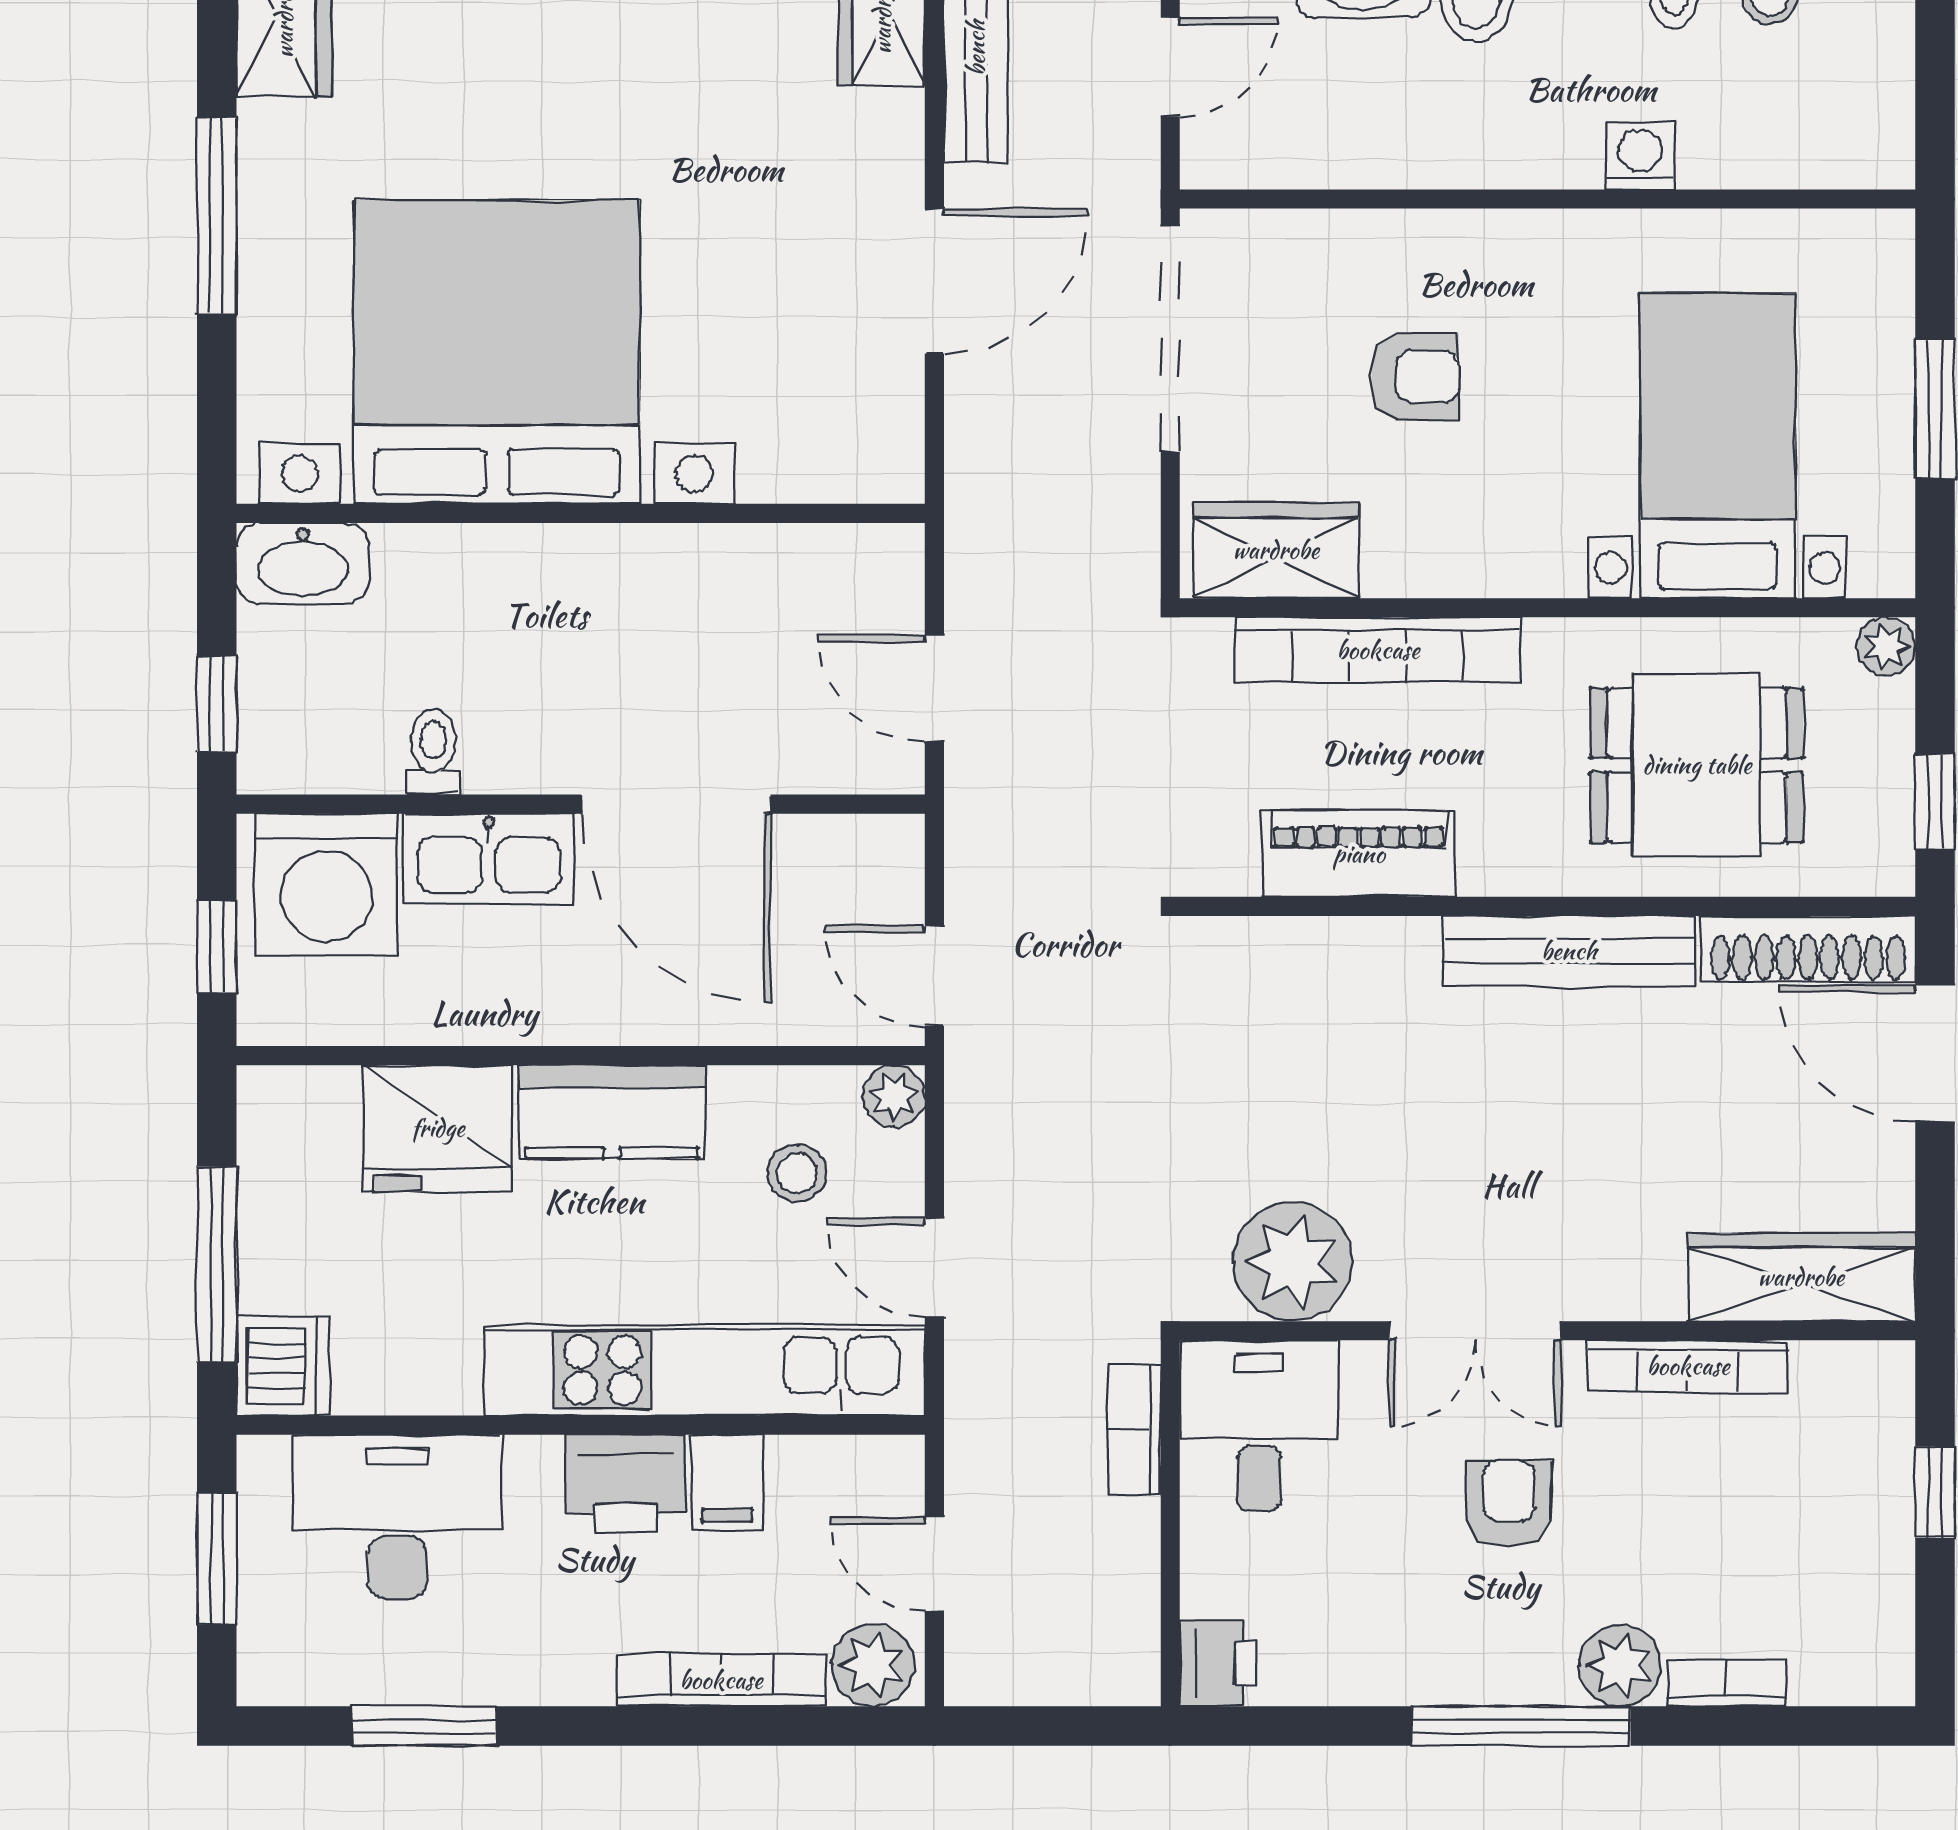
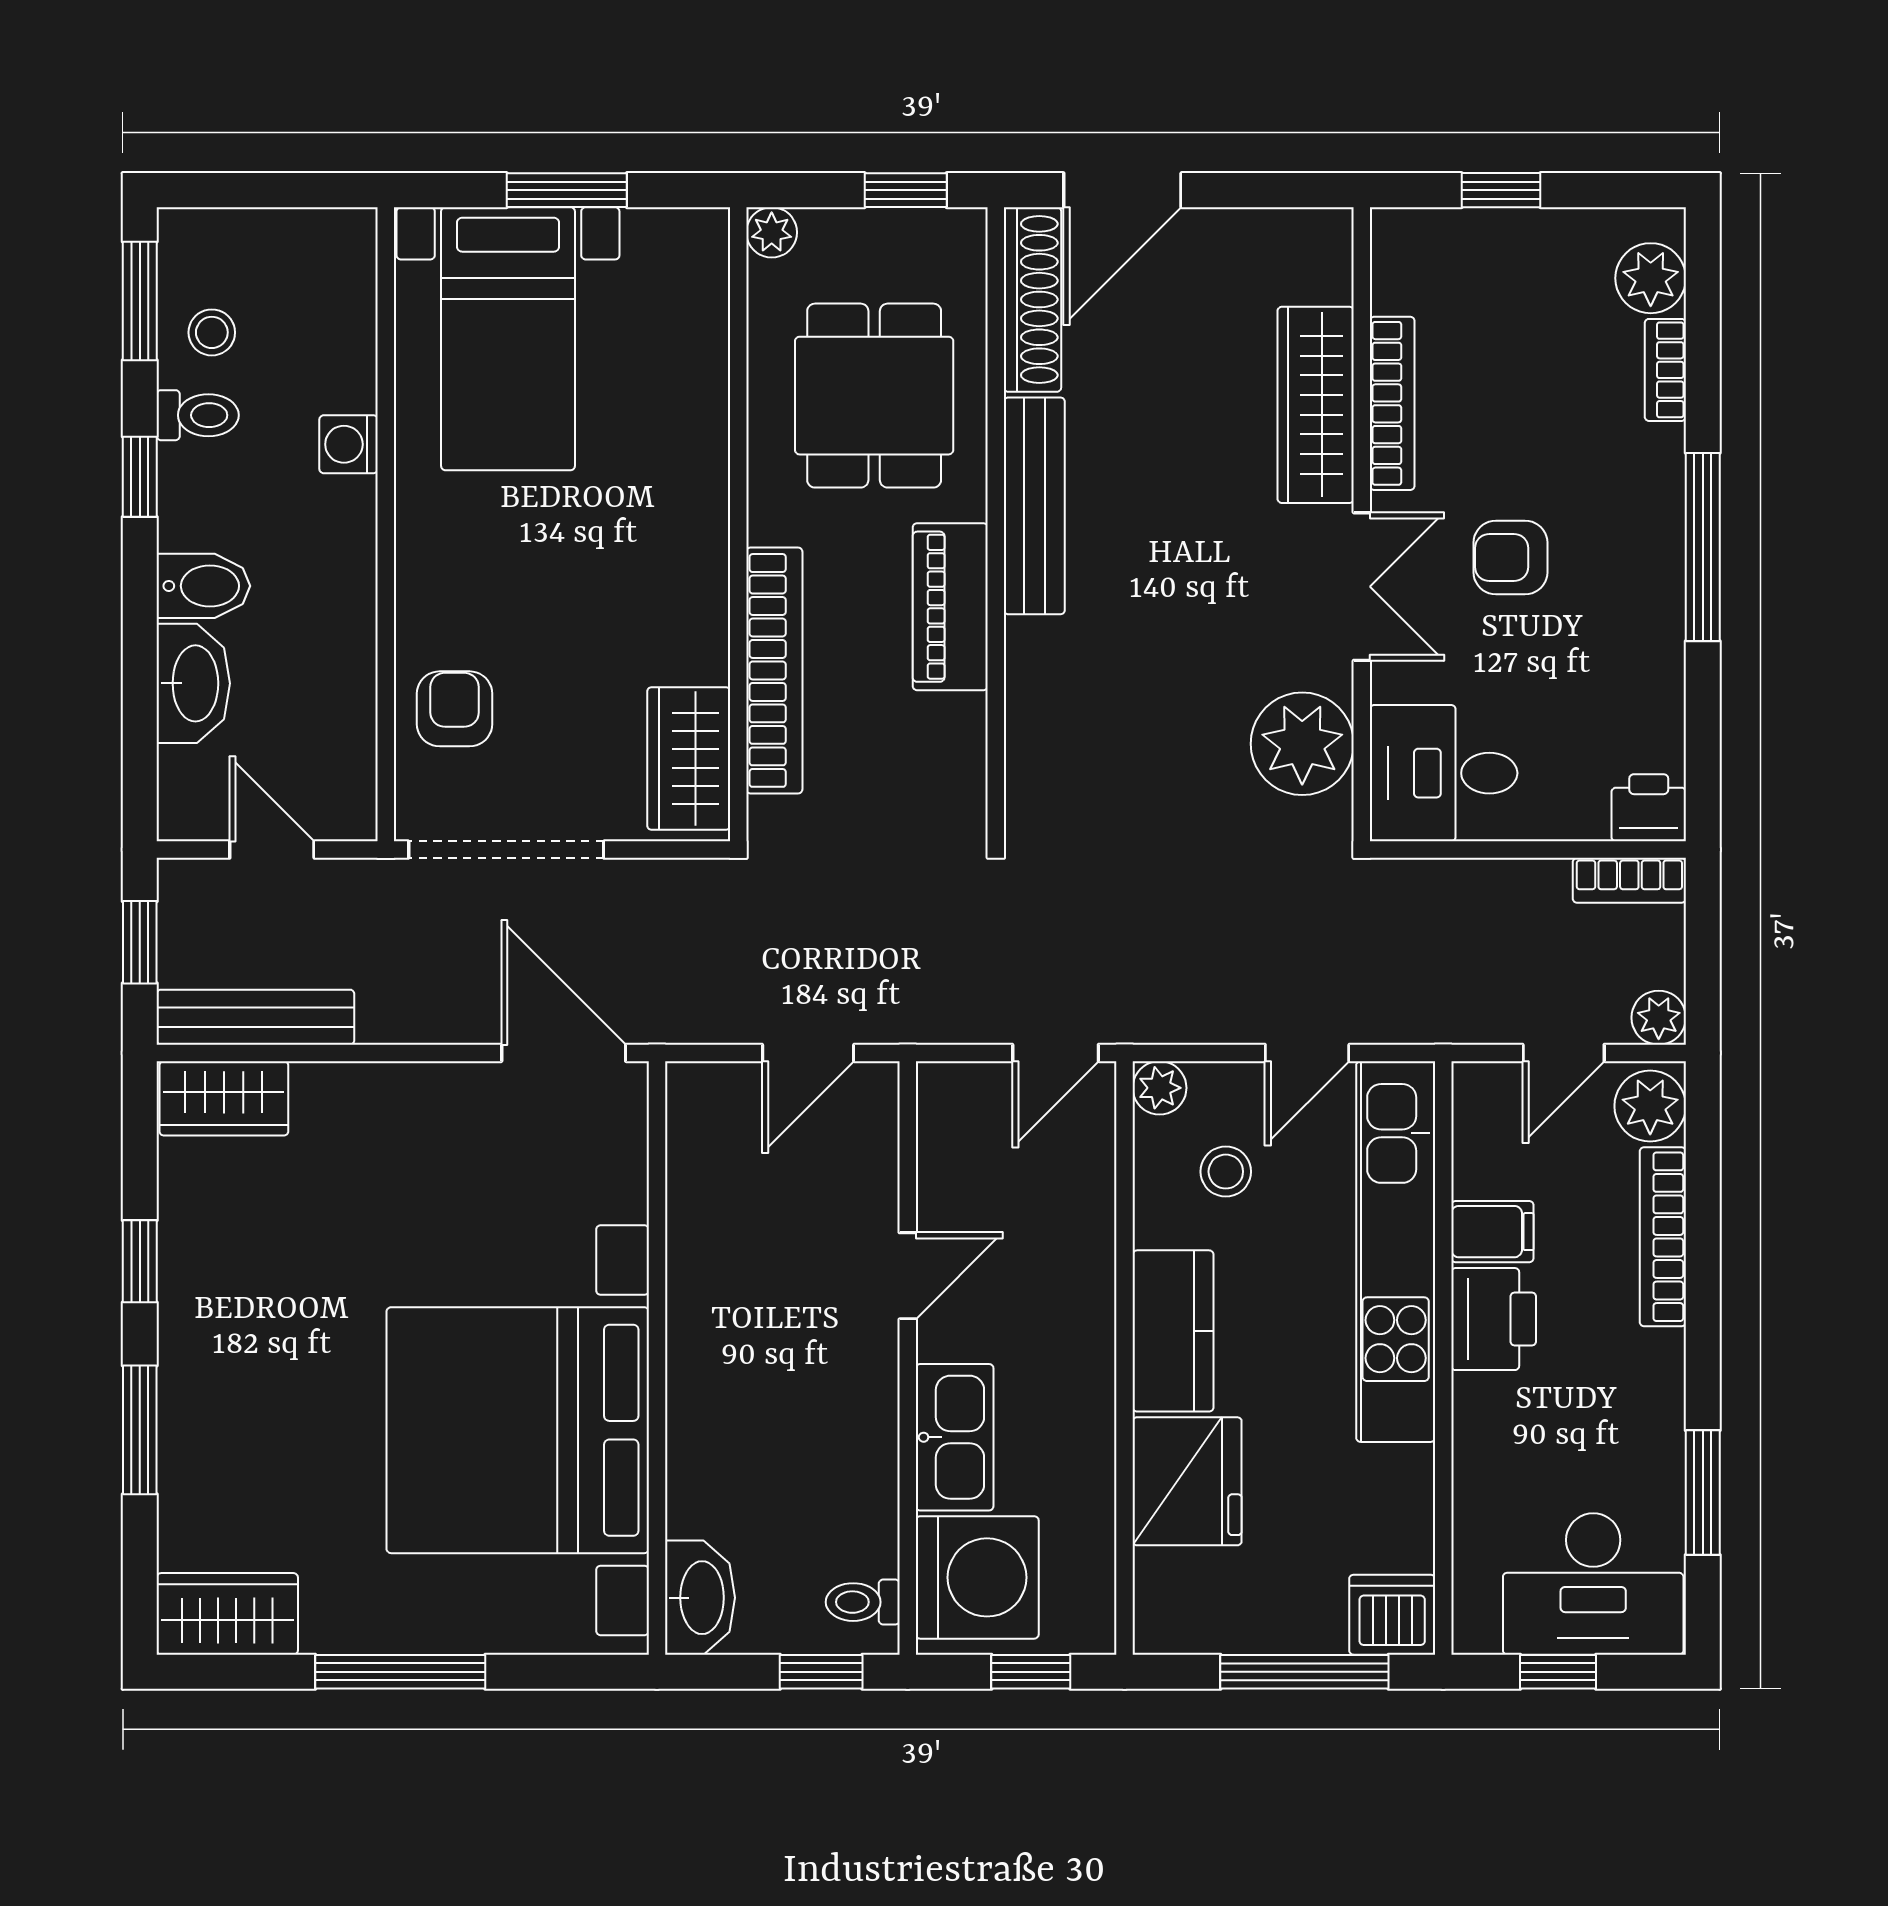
door: (934, 281) -> (564, 1053), moved
armchair: (1415, 377) -> (455, 709), moved
bed with nightstands: (1718, 446) -> (508, 339), moved, turned -90
toilet: (433, 752) -> (863, 1602), moved
door: (676, 804) -> (908, 1276), width x0.53
piano: (1359, 854) -> (950, 607), moved
wardrobe: (1801, 1277) -> (1316, 405), moved
bookcase: (1135, 1430) -> (1629, 880), moved
desk: (397, 1517) -> (1593, 1584), moved, turned -90
window: (217, 1558) -> (1558, 1672), width x0.67
plant: (1620, 1666) -> (1651, 278), moved
plant: (975, 1675) -> (1659, 1018), added

